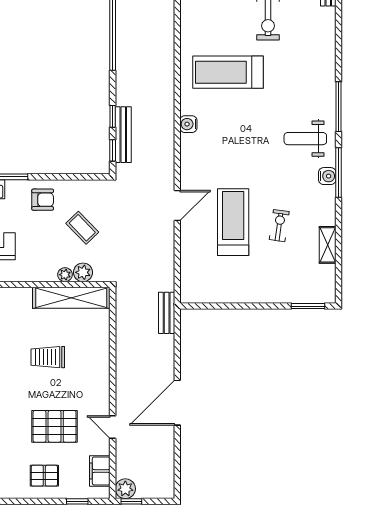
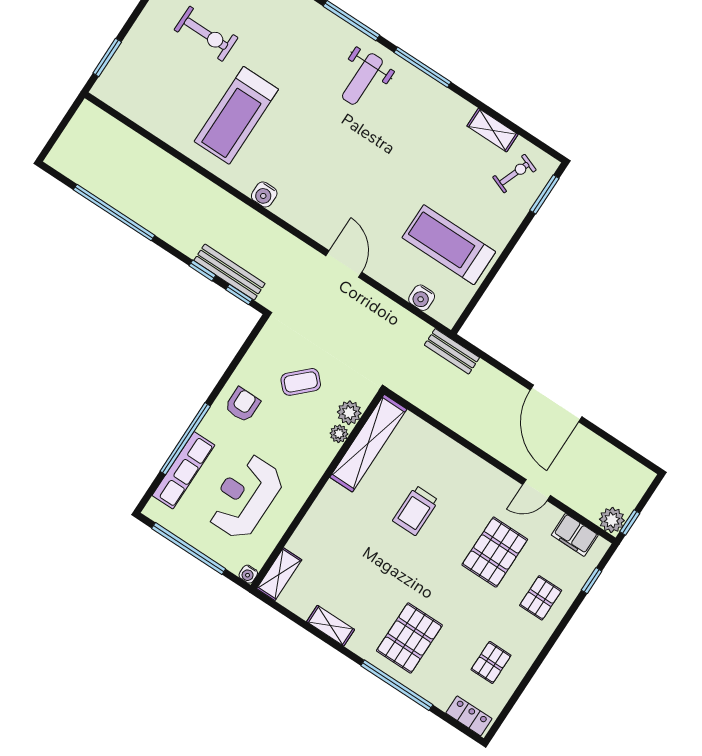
water cooler: (327, 176) -> (422, 298), moved, turned 180
treadmill: (233, 222) -> (449, 245), moved
exercise bike: (279, 226) -> (514, 174), moved, turned 103

